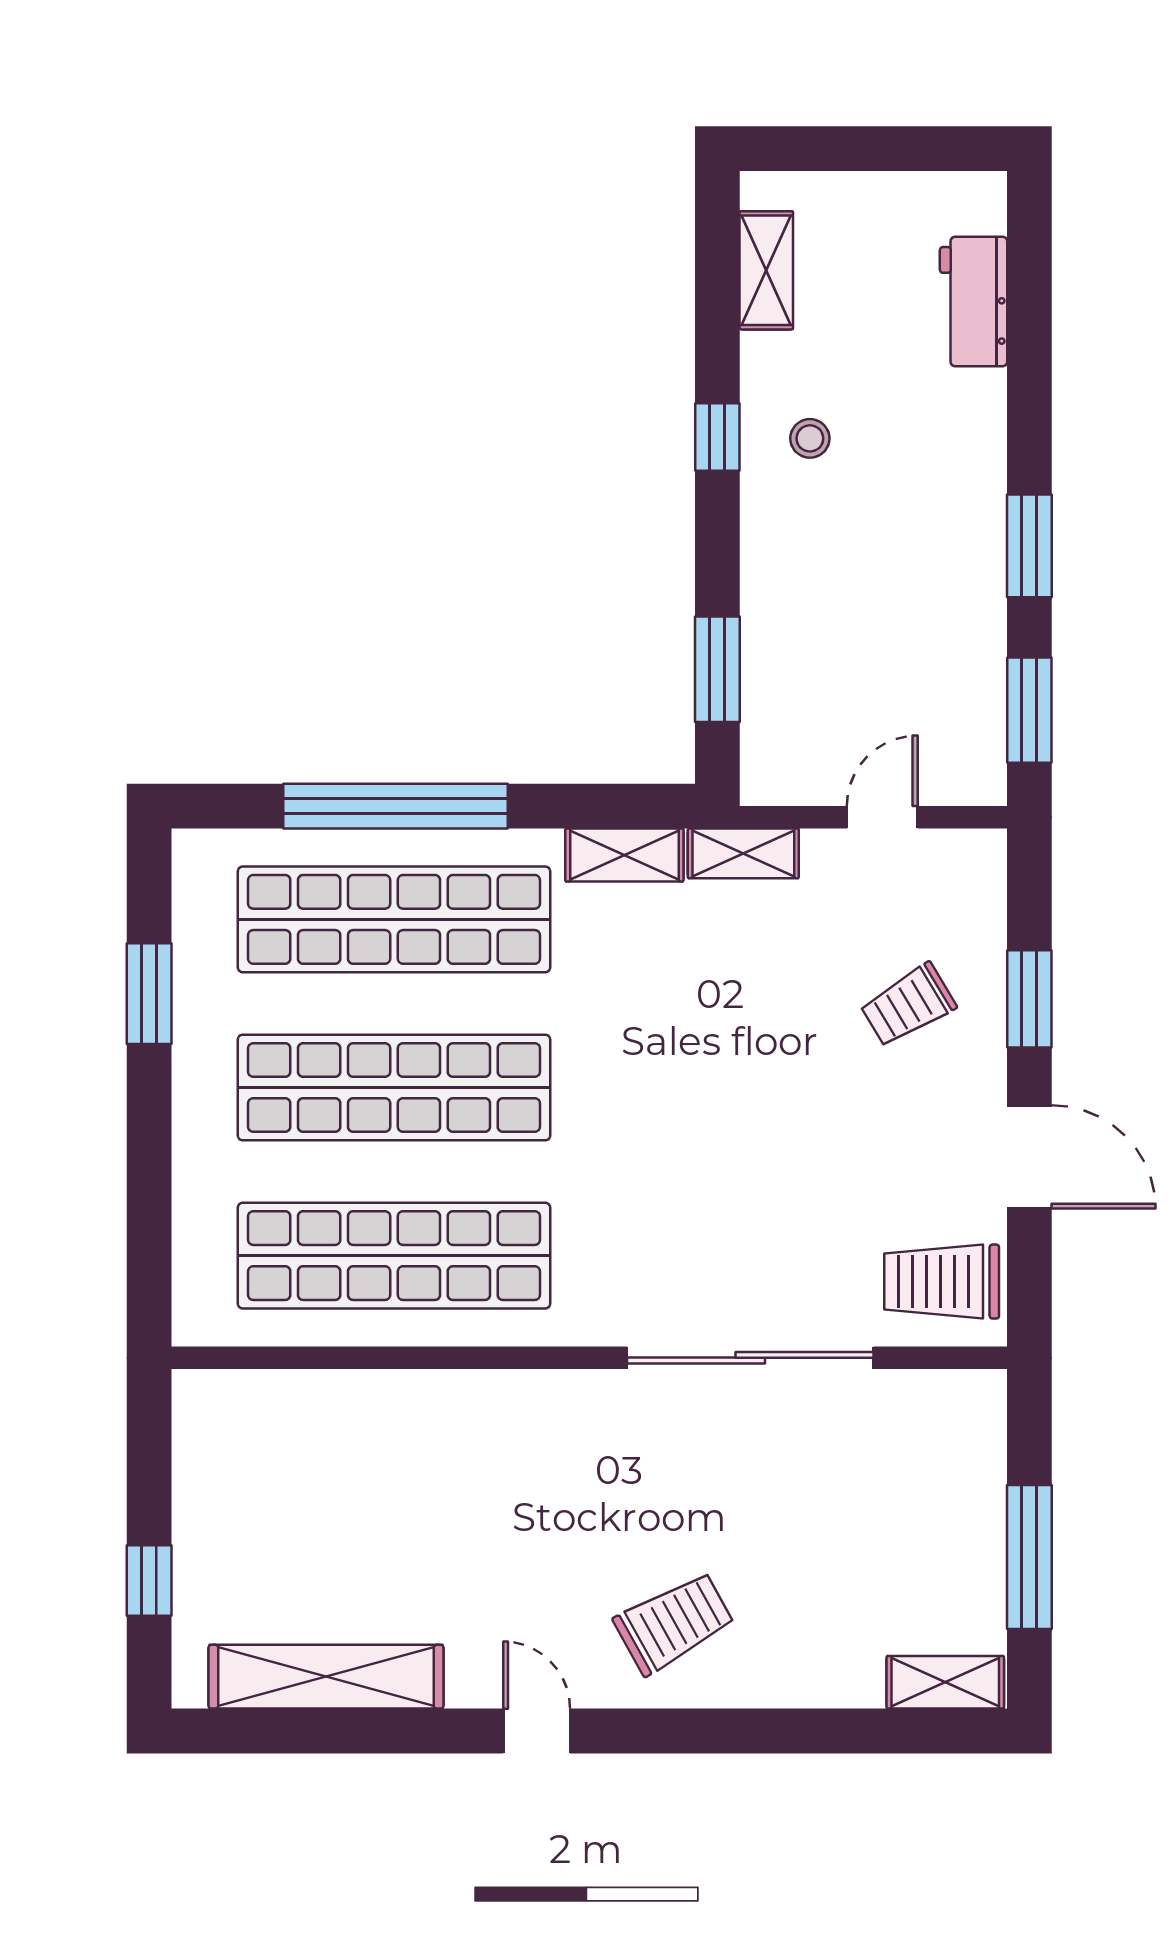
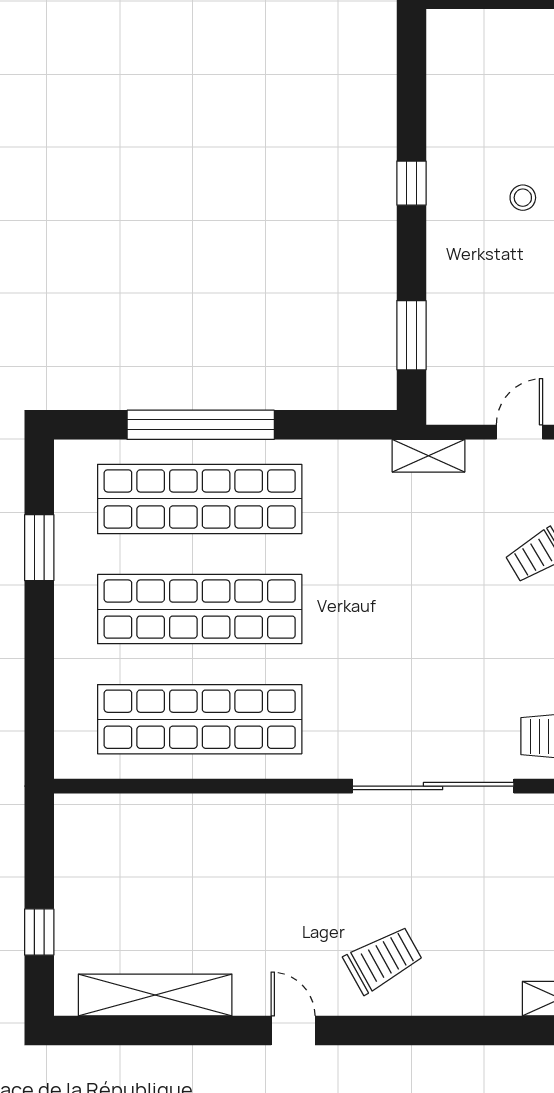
shelving: (766, 270) -> (444, 74), removed
stool: (810, 438) -> (523, 198), moved
shelving: (624, 855) -> (351, 457), removed

